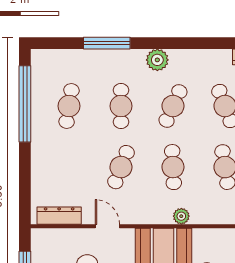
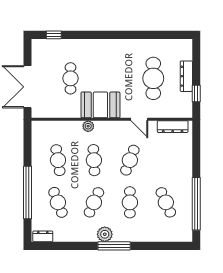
window: (107, 43) -> (114, 246), moved
cafe table: (69, 106) -> (166, 202), turned -33

